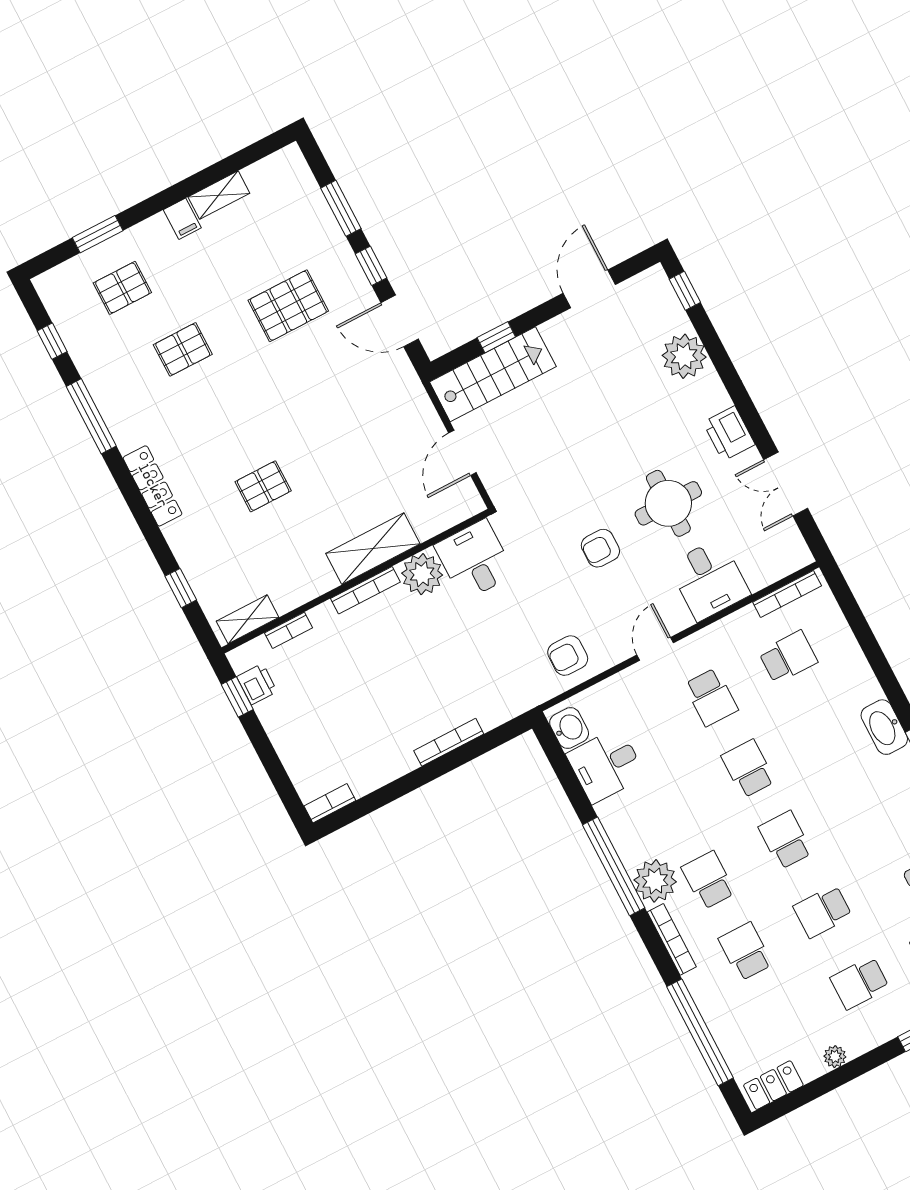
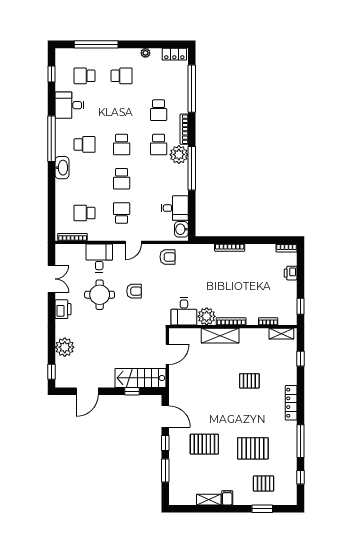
pallet: (183, 349) -> (253, 448), width x1.50, depth x1.42
printer: (257, 684) -> (291, 273), moved
school desk: (823, 911) -> (85, 144), moved

